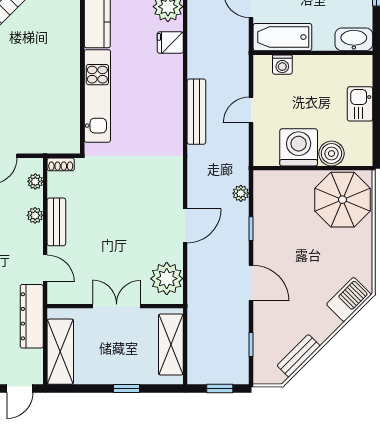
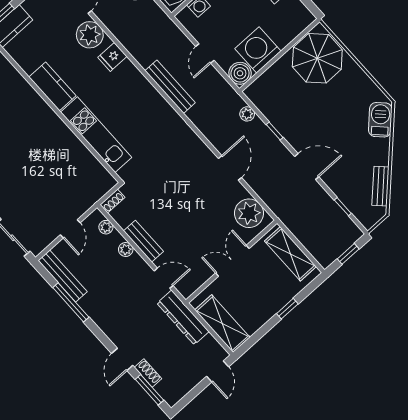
boiler: (332, 153) -> (240, 73), moved

